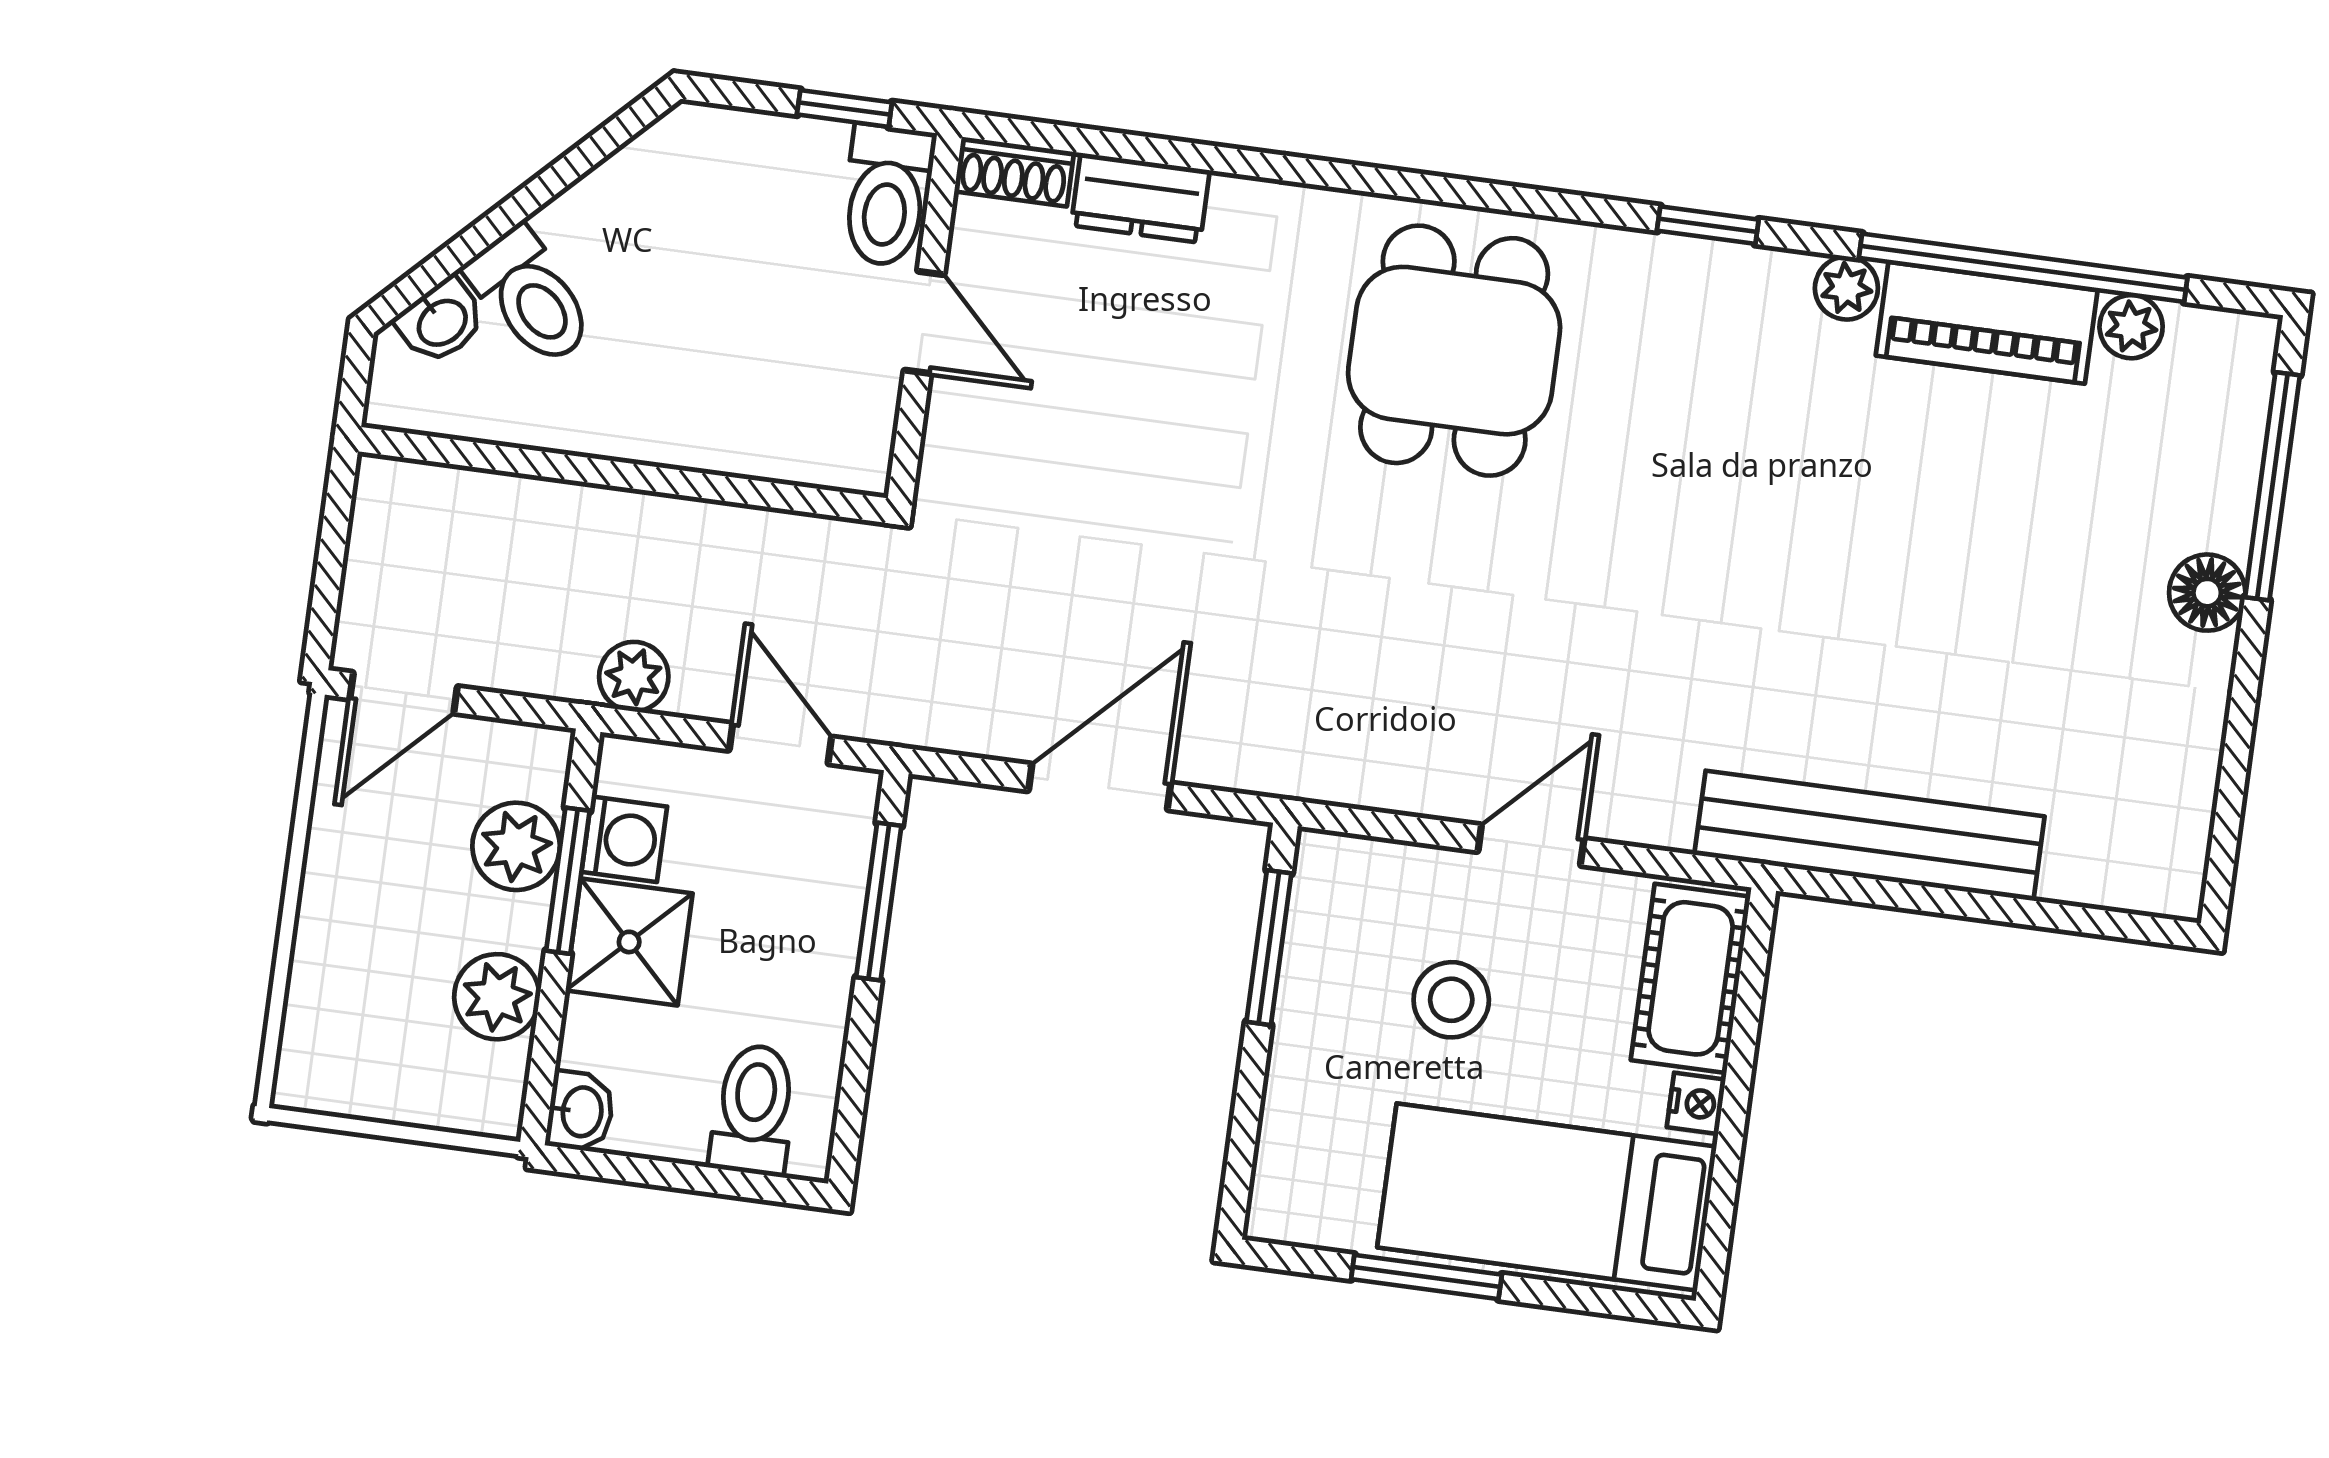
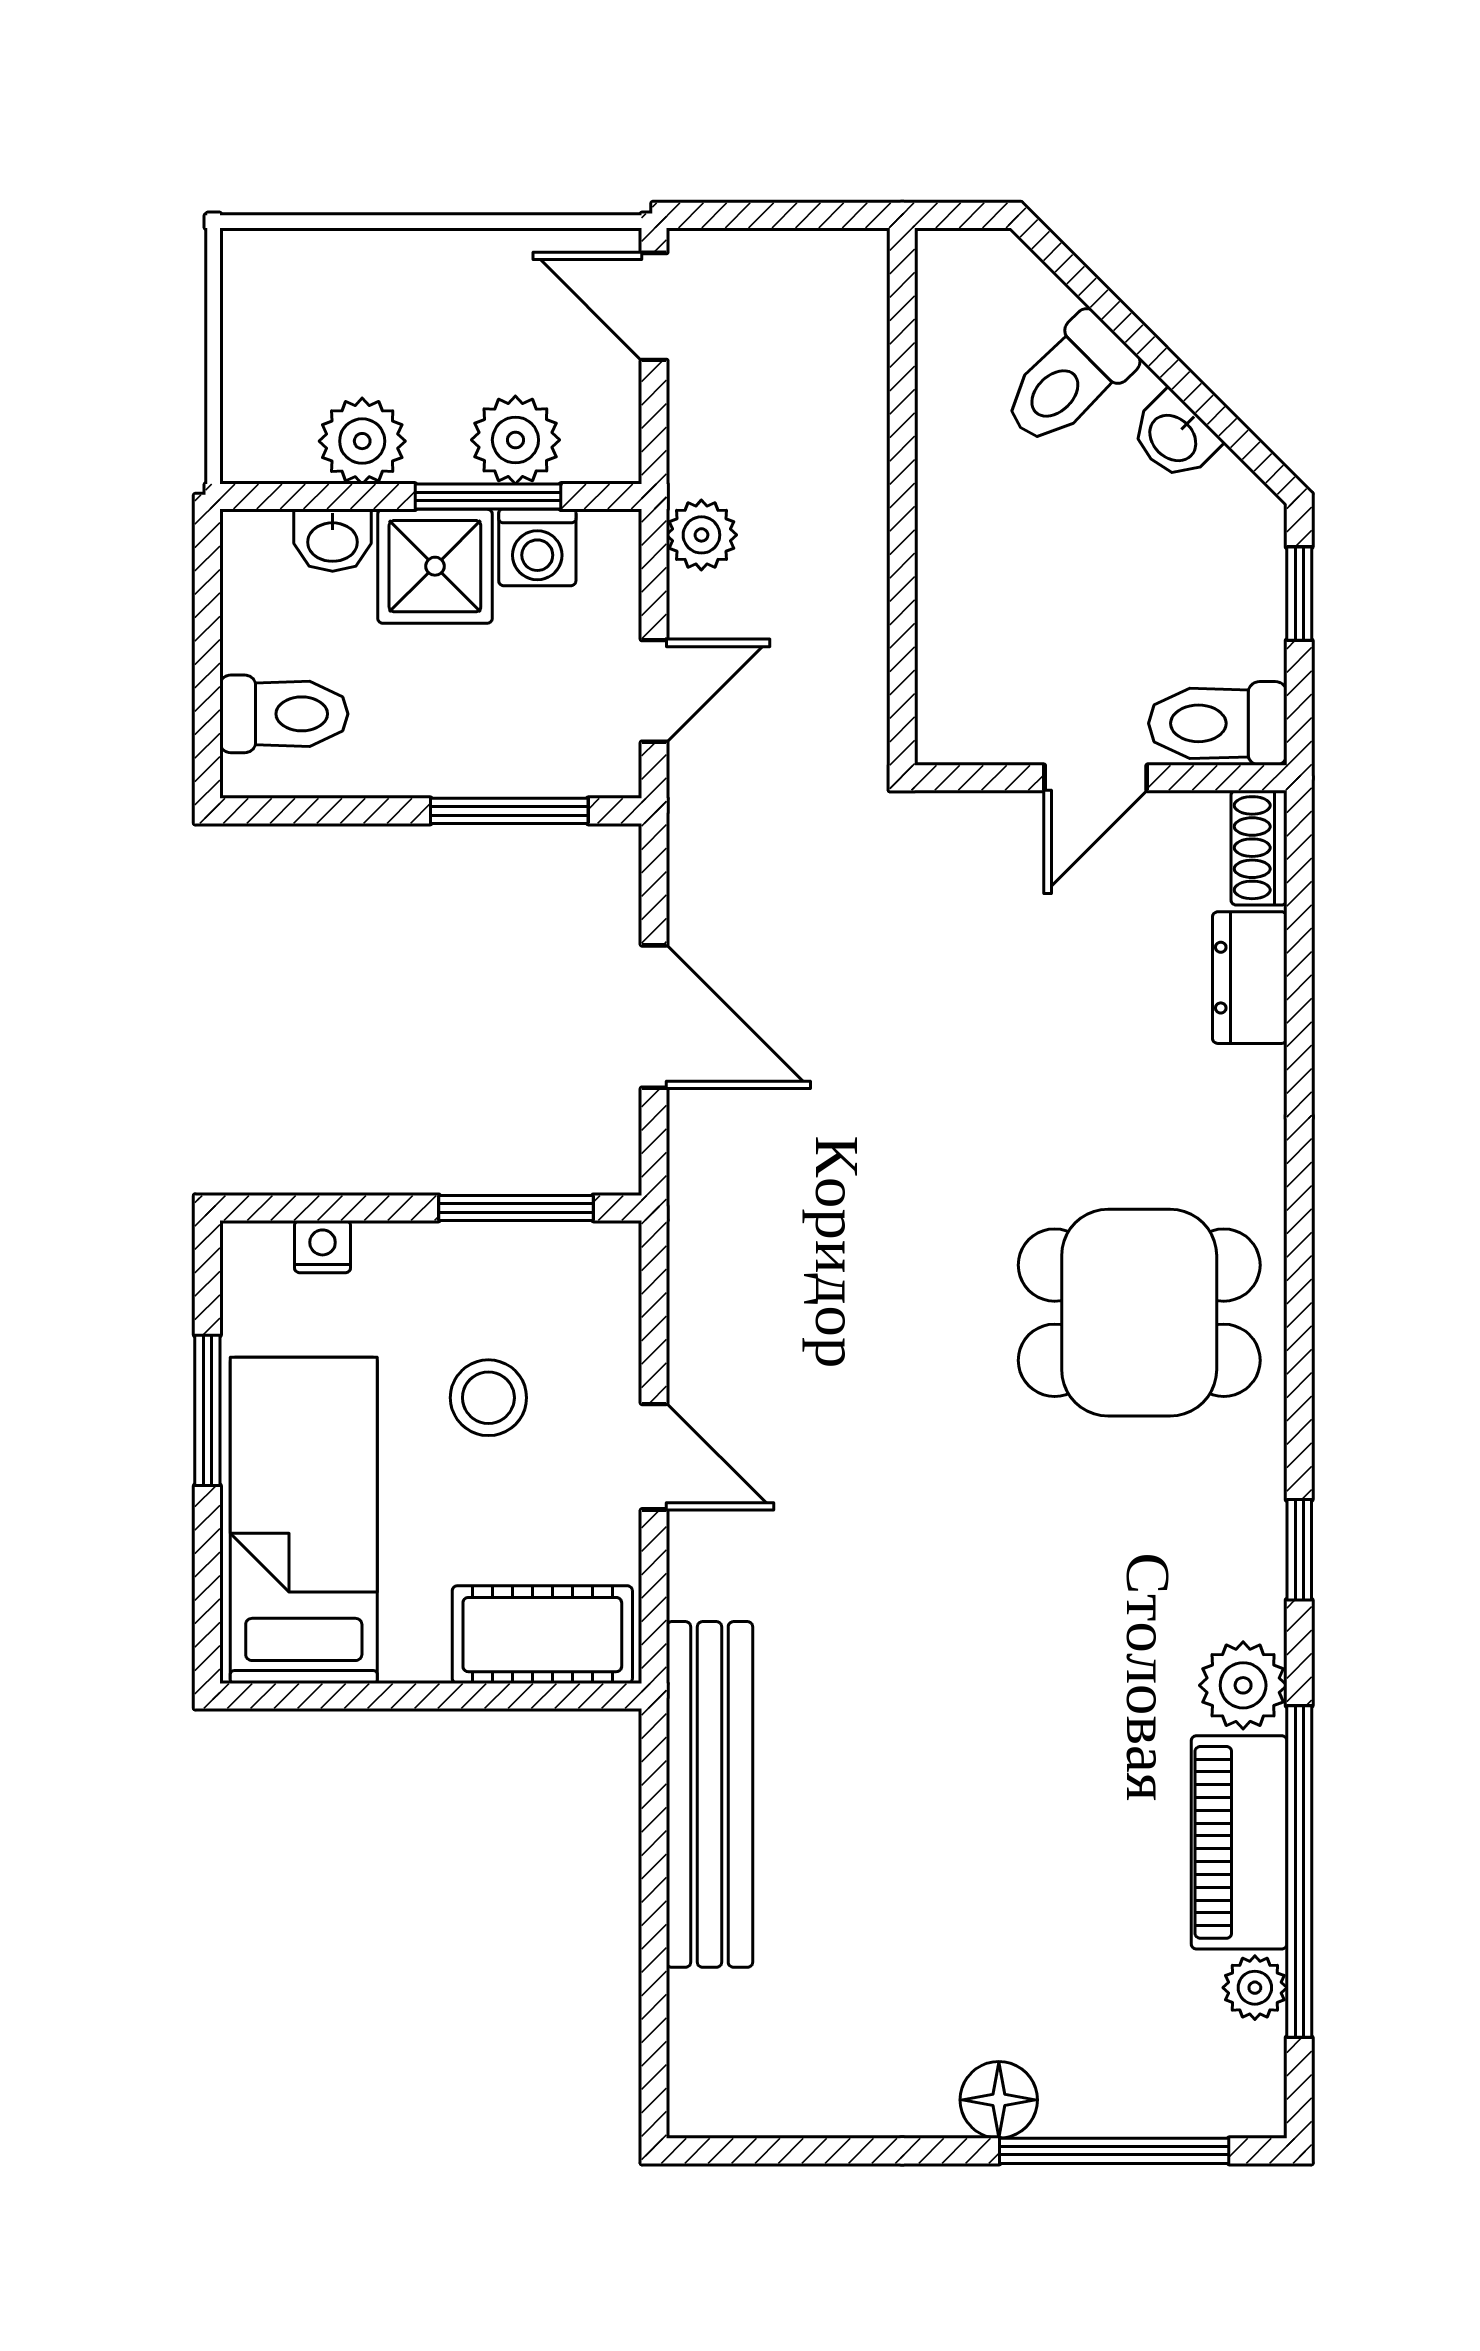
window: (844, 108) -> (1299, 594), moved
plant: (1846, 288) -> (1243, 1685), width x1.38, depth x1.38
washbasin: (441, 321) -> (1174, 437), moved
nightstand: (1696, 1103) -> (323, 1247), moved, turned 180
washbasin: (580, 1112) -> (333, 540), moved

